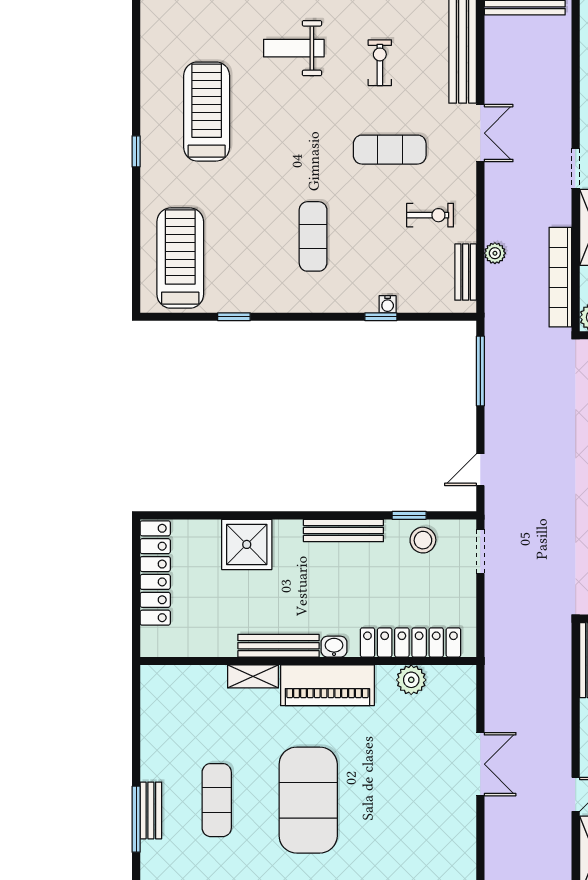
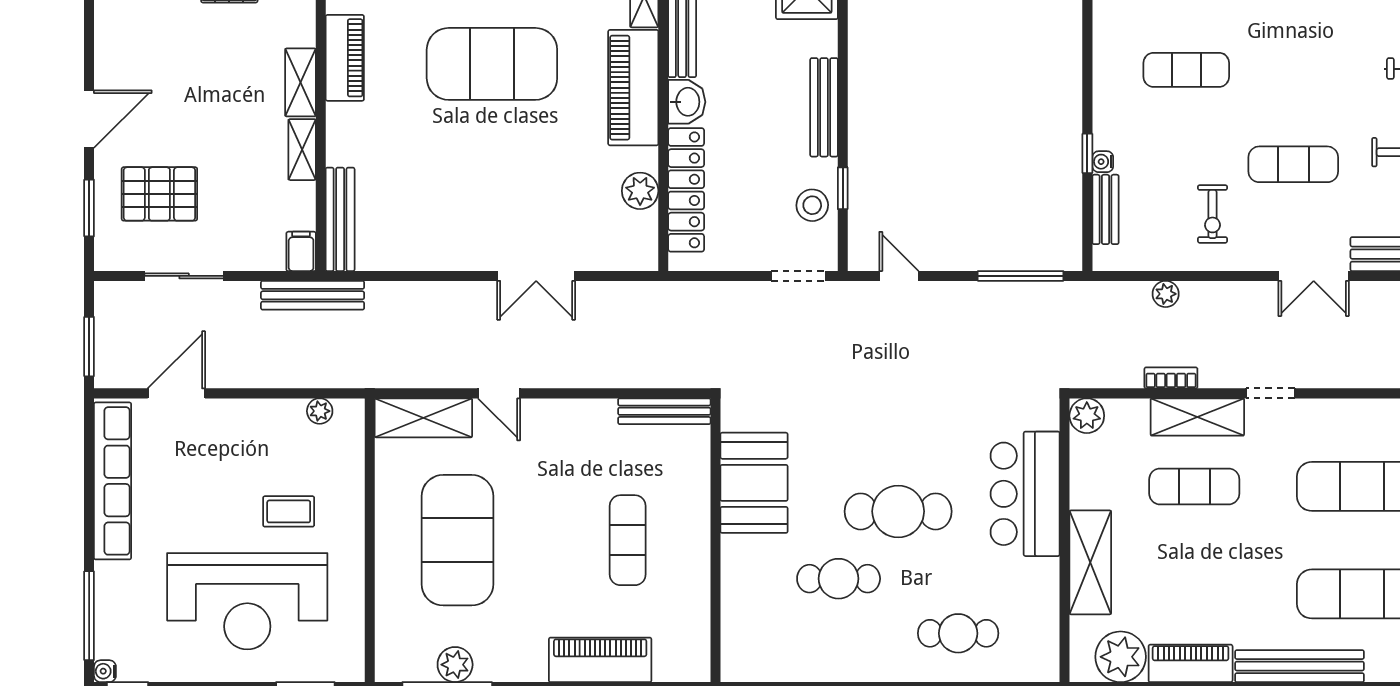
exercise mat: (390, 150) -> (1293, 164), turned 90
bench: (466, 272) -> (1106, 209), moved, turned 90
bookcase: (560, 277) -> (1171, 378), width x0.43, depth x0.76
washbasin: (334, 647) -> (687, 102), width x1.38, depth x1.45

